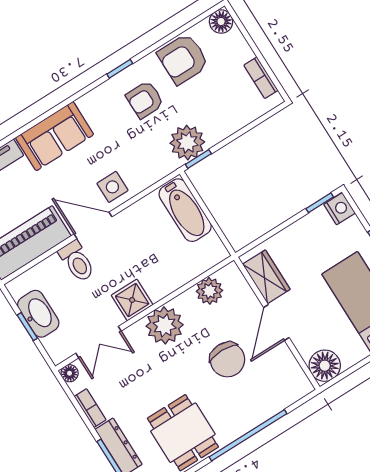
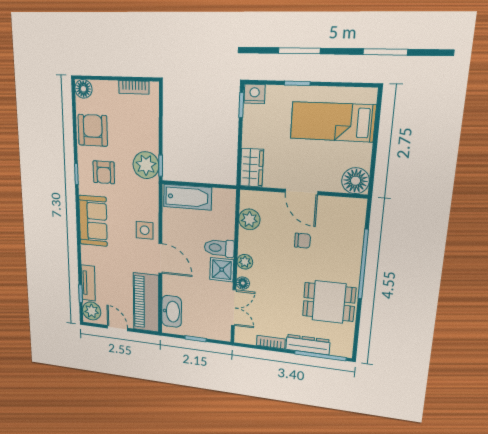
armchair: (183, 59) -> (93, 130), turned 180
sofa: (55, 136) -> (93, 221), moved
door: (93, 225) -> (160, 258), swing flipped
toilet: (77, 261) -> (219, 248), moved, turned 180
wardrobe: (266, 277) -> (252, 168), moved, turned 90
washbasin: (38, 314) -> (172, 311), moved, turned 90
plant: (165, 325) -> (245, 262), width x0.53, depth x0.53
chair: (227, 360) -> (302, 241), width x0.54, depth x0.54
floor lamp: (70, 373) -> (243, 283), moved

